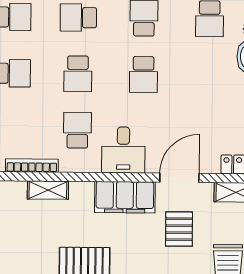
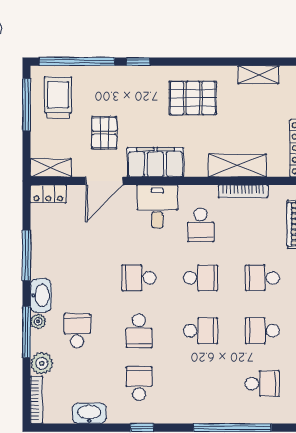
school desk: (78, 74) -> (201, 278), turned 90
school desk: (143, 74) -> (139, 278), turned -90
shelving: (48, 190) -> (237, 165), width x1.50, depth x1.33

